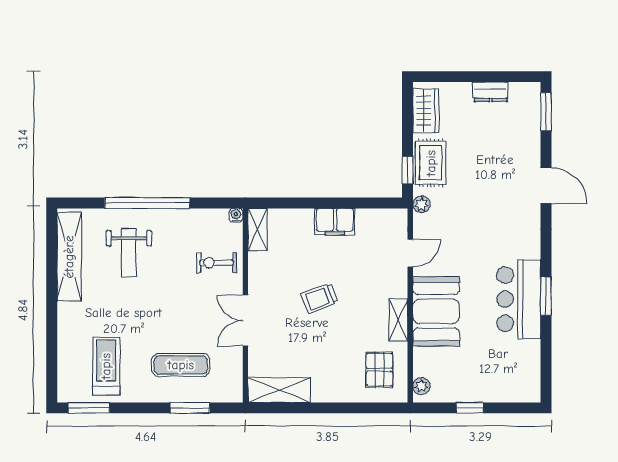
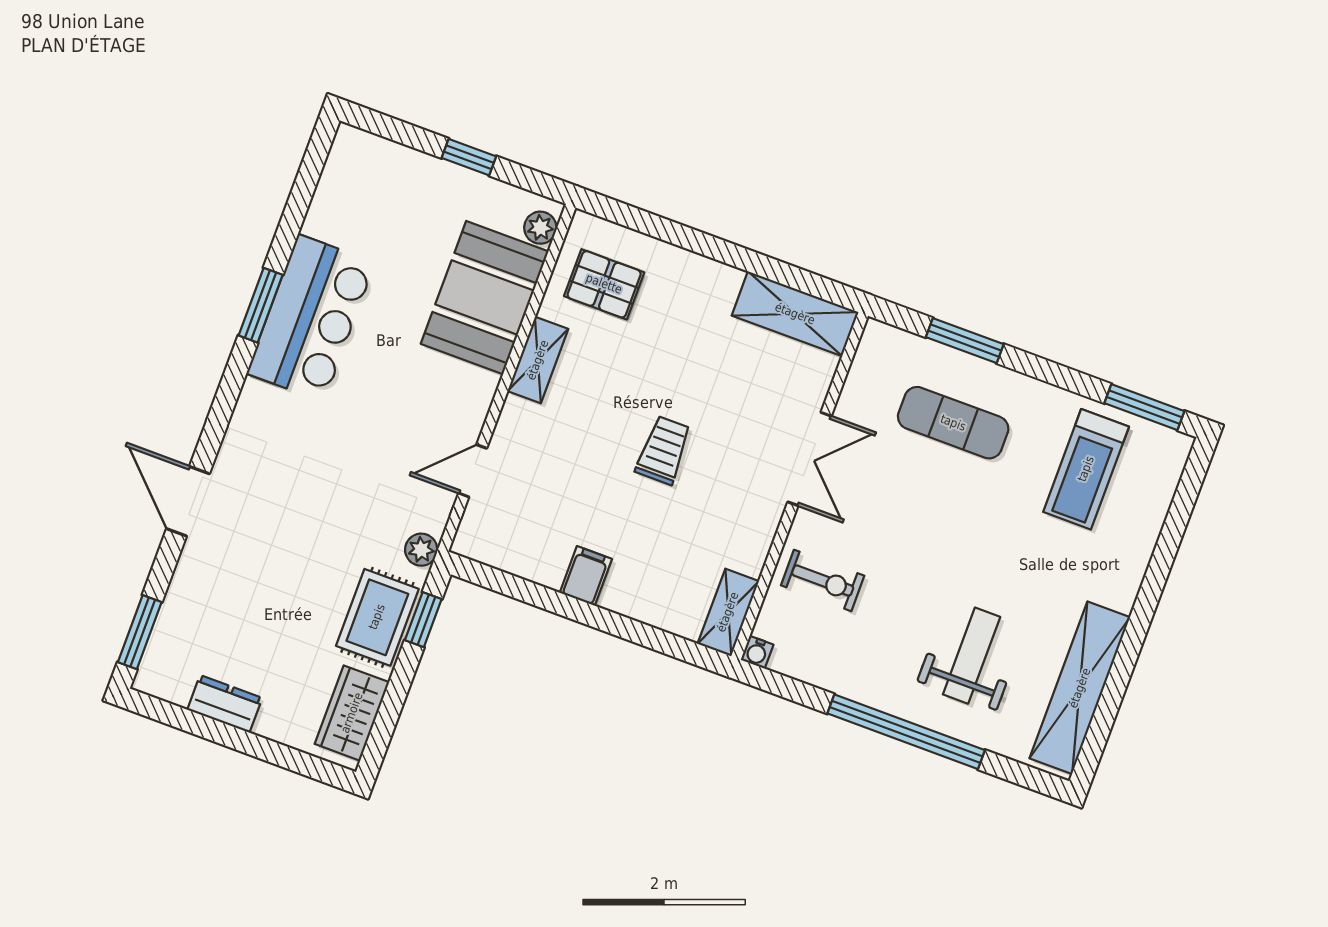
filing cabinet: (335, 222) -> (586, 576), width x0.50
trolley: (319, 298) -> (663, 450), turned -69
booth: (436, 311) -> (485, 298), moved
pallet: (379, 370) -> (604, 284), turned 90

